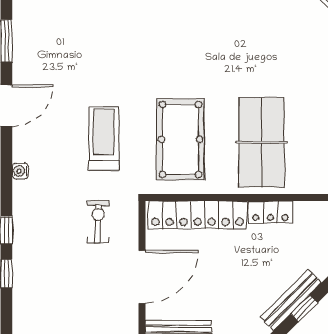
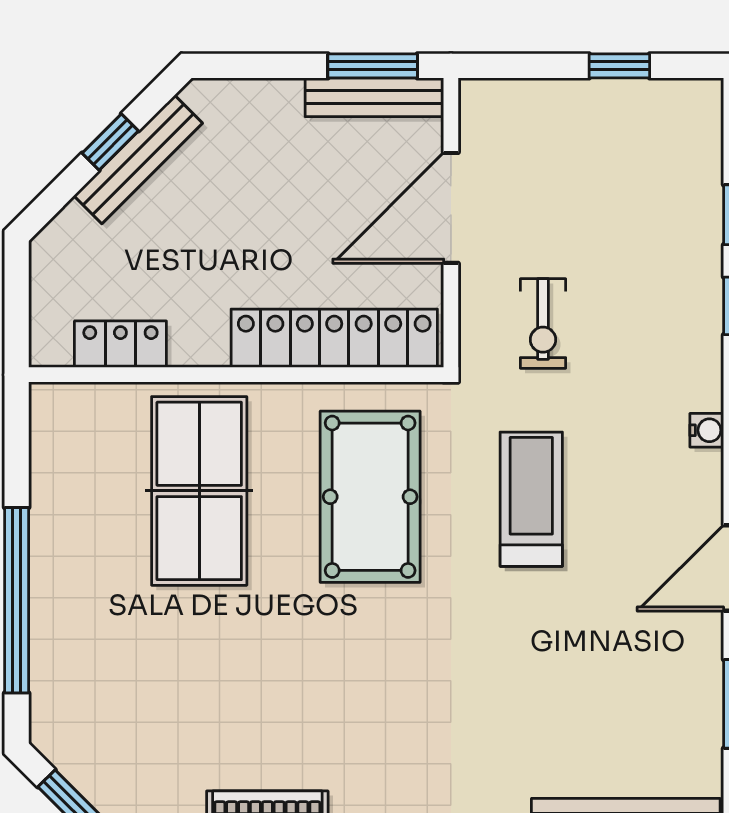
treadmill: (104, 138) -> (531, 499), turned 180
locker: (270, 212) -> (120, 344), moved

